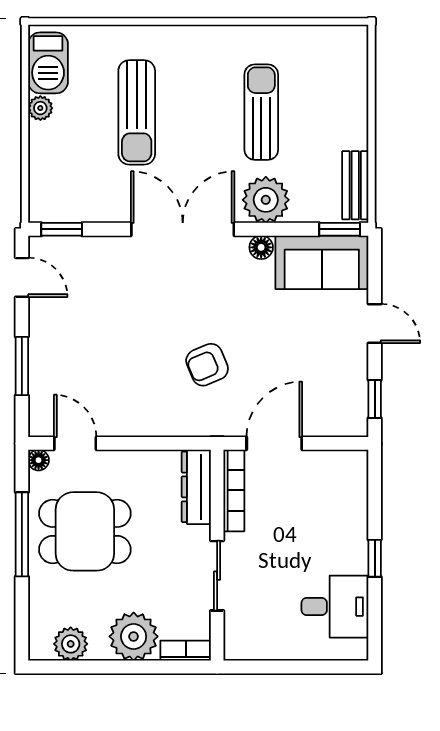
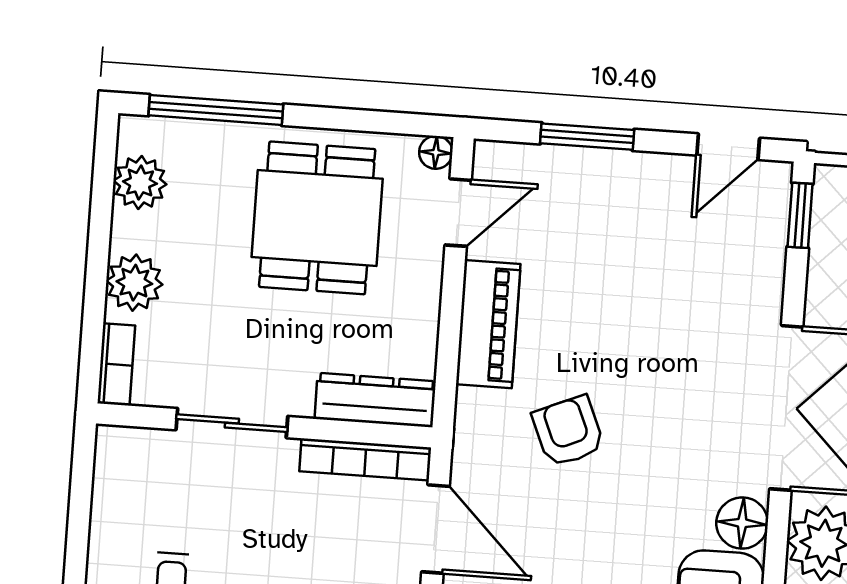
floor lamp: (261, 247) -> (742, 523), width x1.37, depth x1.37
piano: (144, 420) -> (488, 324), added
window: (22, 534) -> (216, 110), moved
plant: (134, 636) -> (134, 283), width x0.73, depth x0.73

